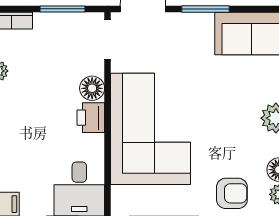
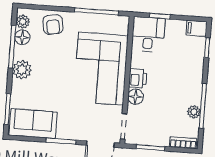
armchair: (232, 193) -> (53, 25), turned -99

